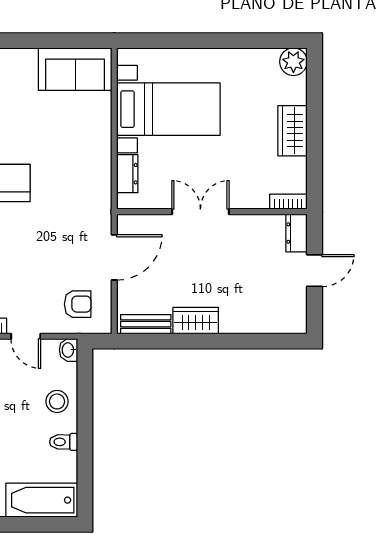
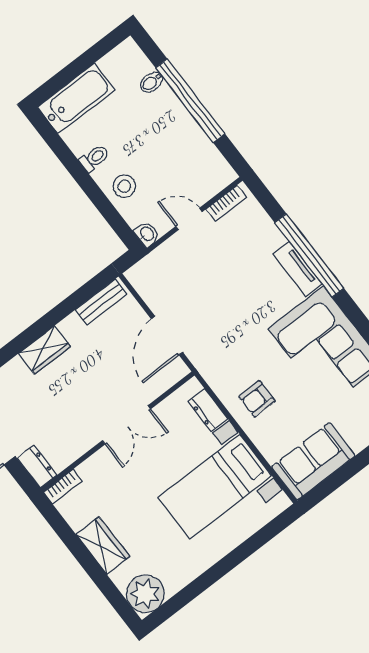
plant: (293, 62) -> (145, 594), width x1.36, depth x1.36
armchair: (78, 304) -> (257, 399), moved
wardrobe: (196, 321) -> (44, 350), moved

